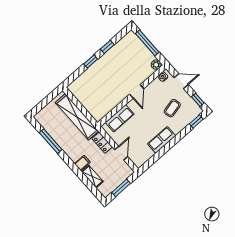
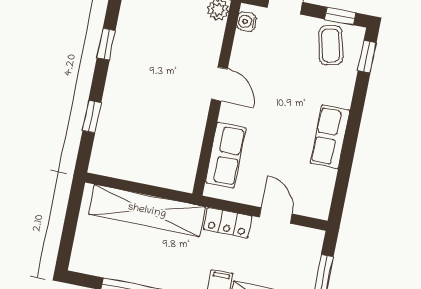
window: (91, 62) -> (92, 117), moved
coffee table: (172, 108) -> (331, 46), moved

